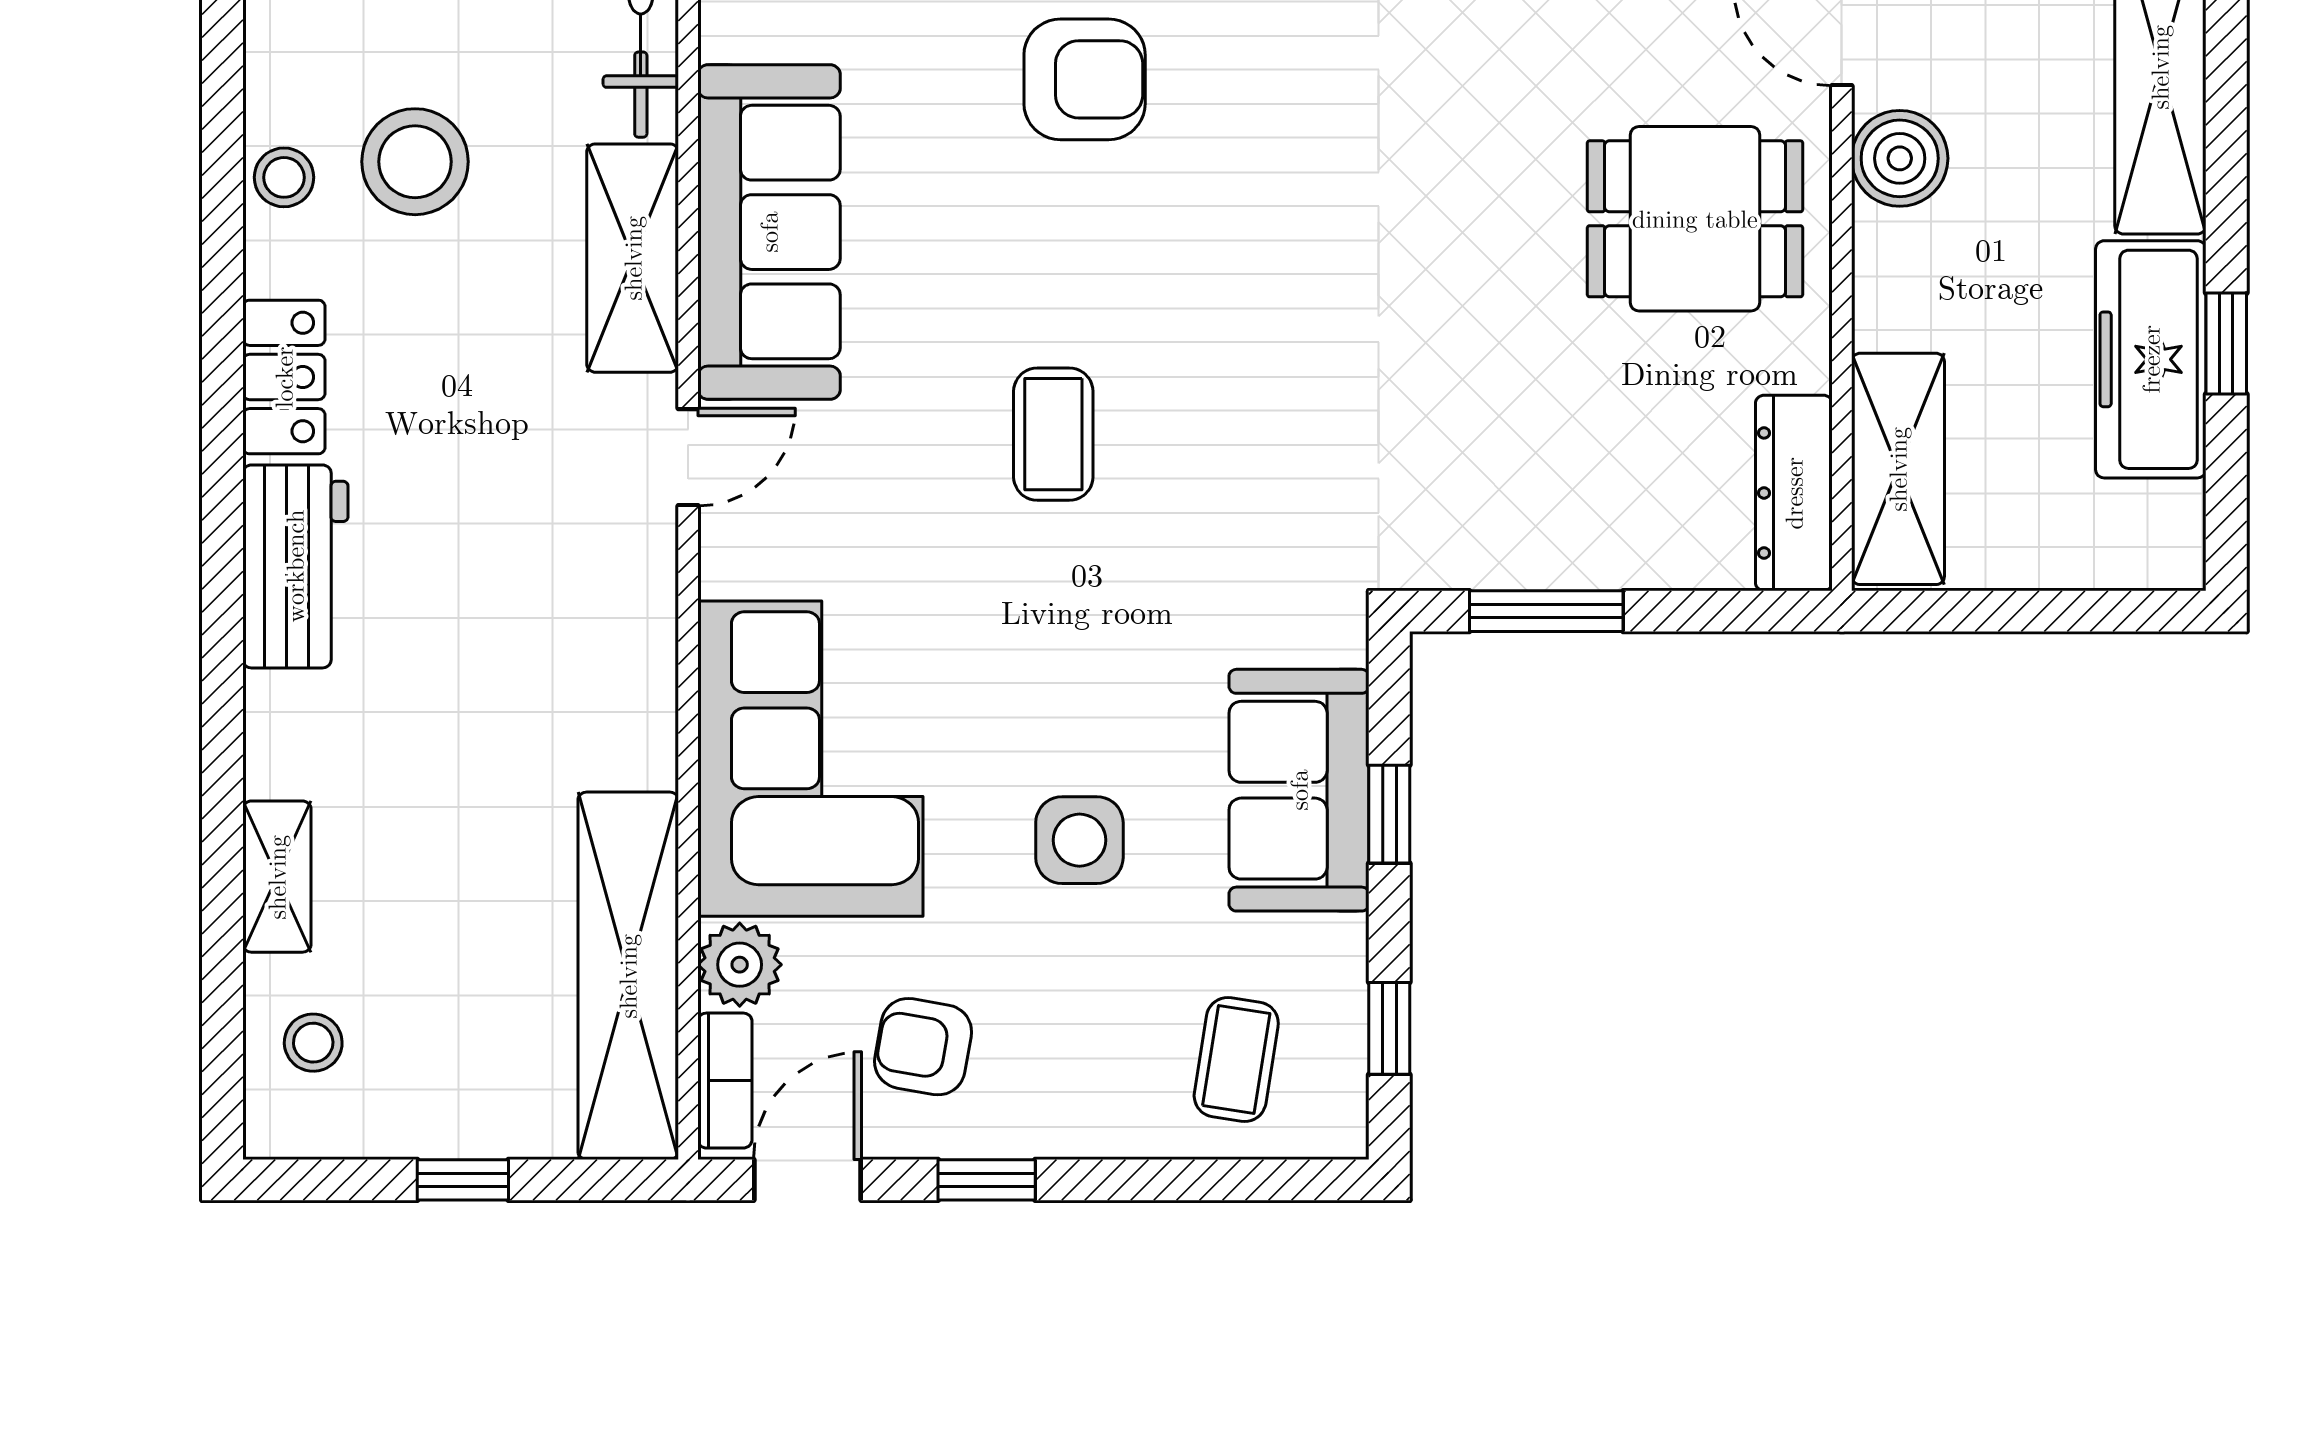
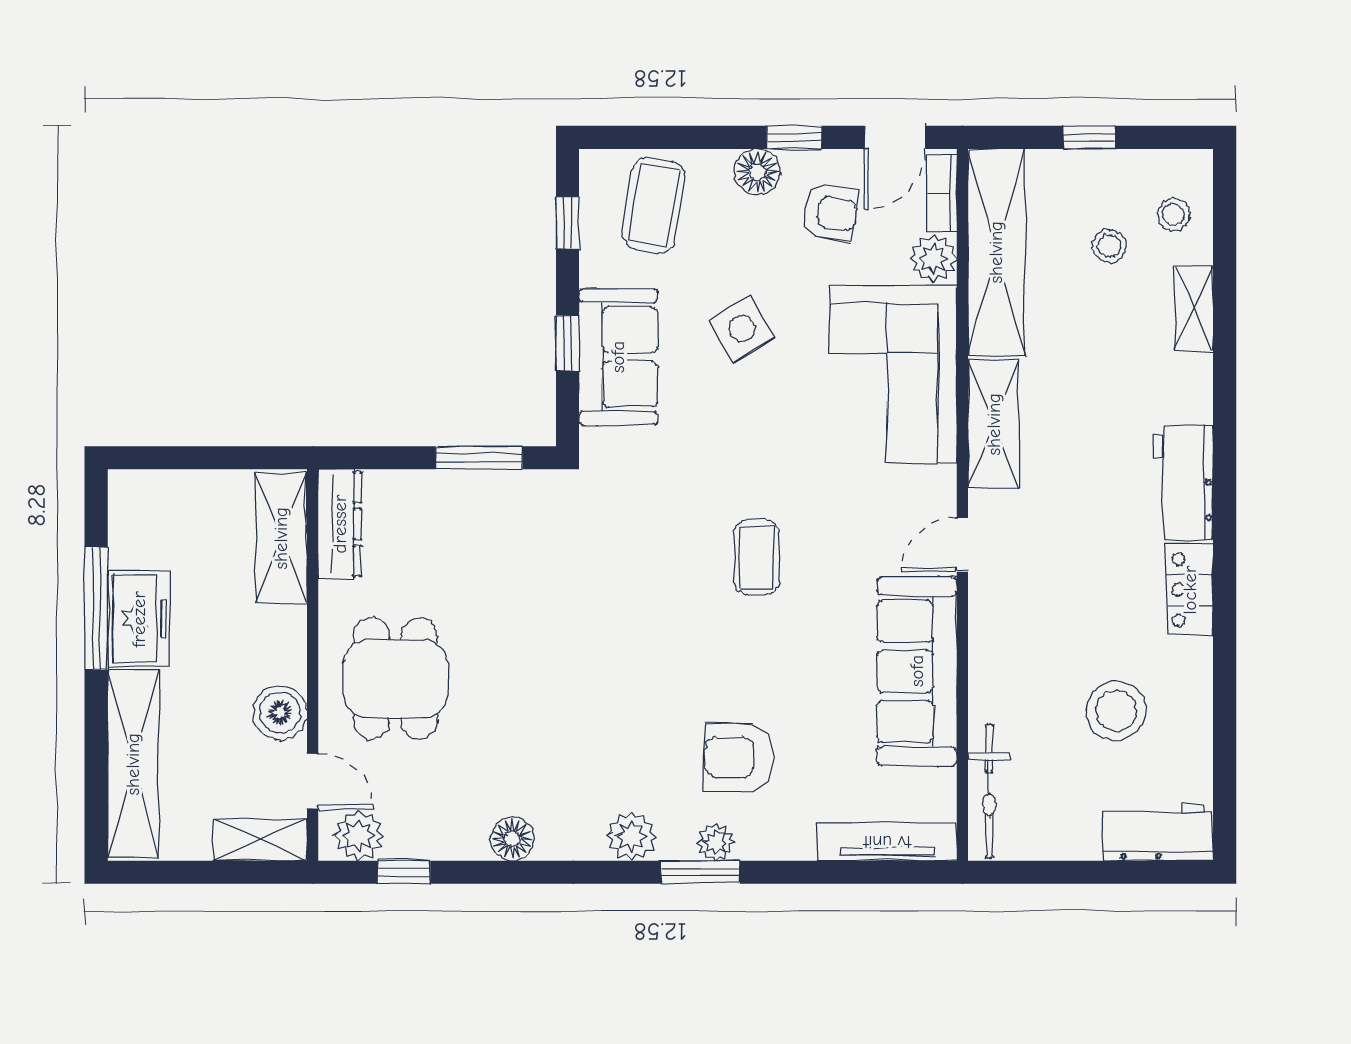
stool: (284, 177) -> (1109, 246), moved
dining table: (1695, 219) -> (395, 679), turned 90
shelving: (633, 258) -> (994, 424), moved
window: (2226, 343) -> (96, 608), width x2.17
freezer: (2151, 359) -> (139, 619), width x0.71
side table: (1079, 840) -> (742, 329), turned -30
coffee table: (1236, 1059) -> (654, 205), width x1.36, depth x1.30
floor lamp: (1052, 1119) -> (757, 172), added

